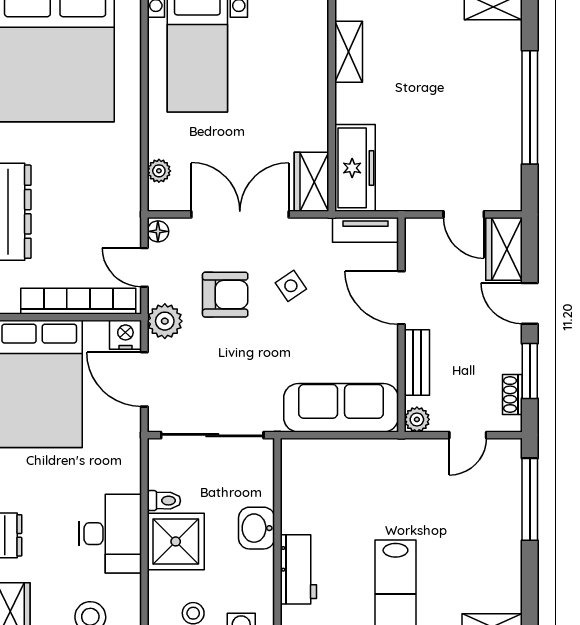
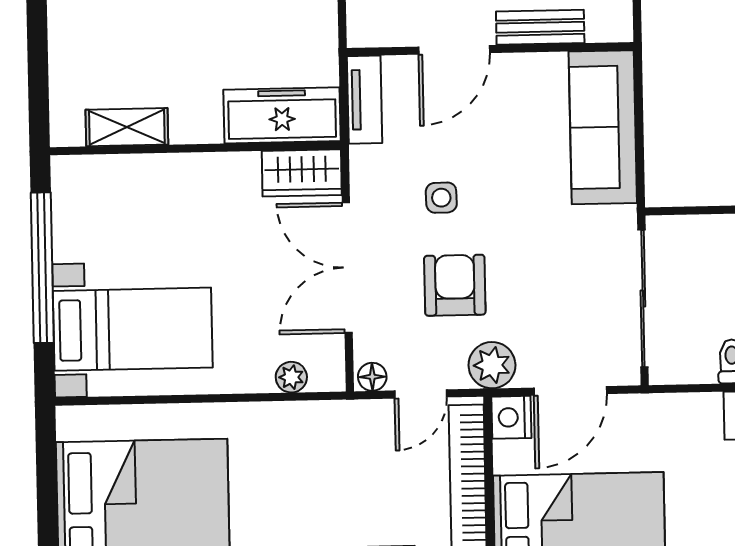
side table: (291, 286) -> (441, 198), turned 33
plant: (417, 419) -> (616, 26), removed

